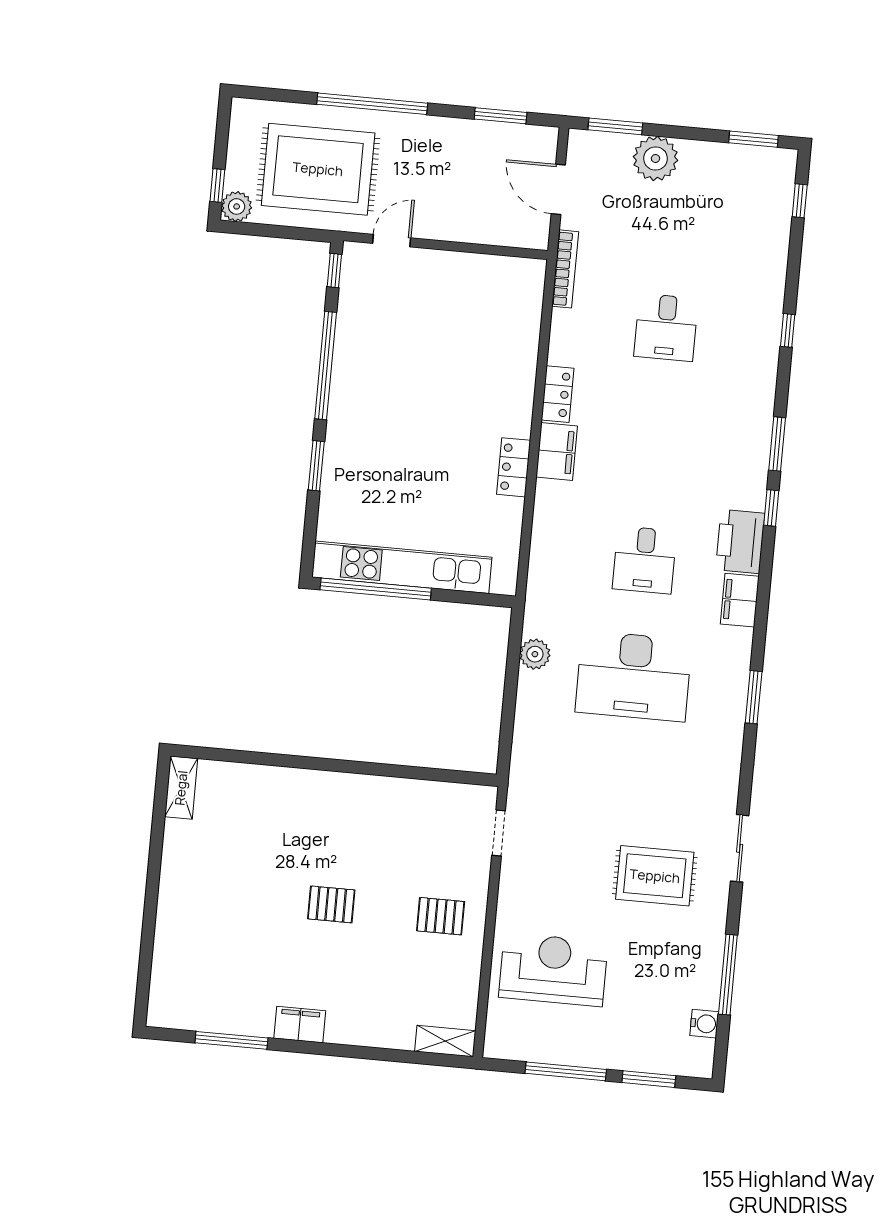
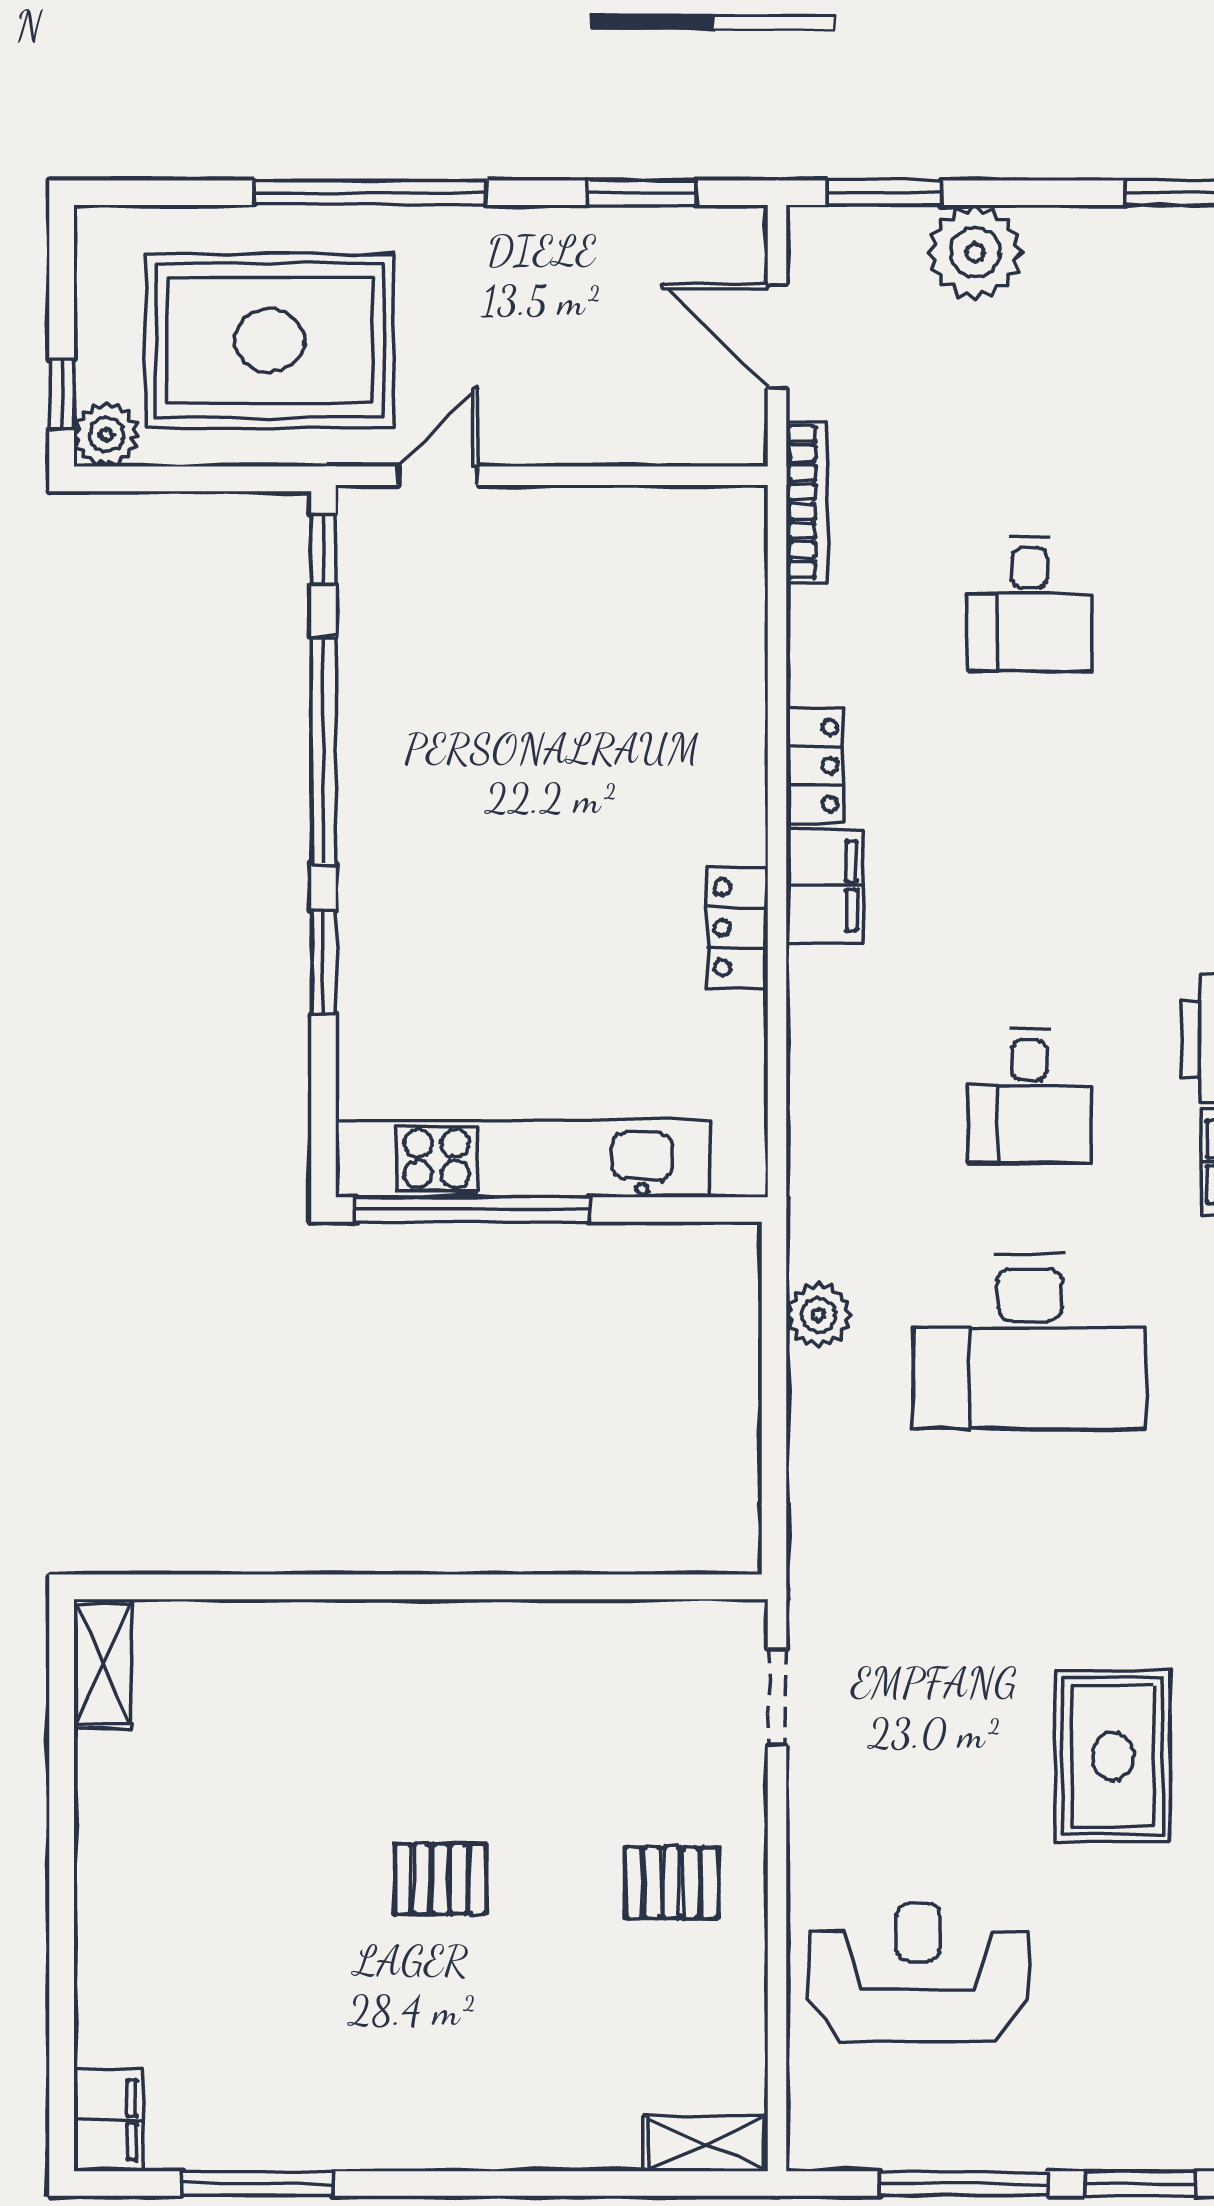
rug: (655, 876) -> (1113, 1756), turned 90
filing cabinet: (300, 1025) -> (108, 2120), moved, turned 90

